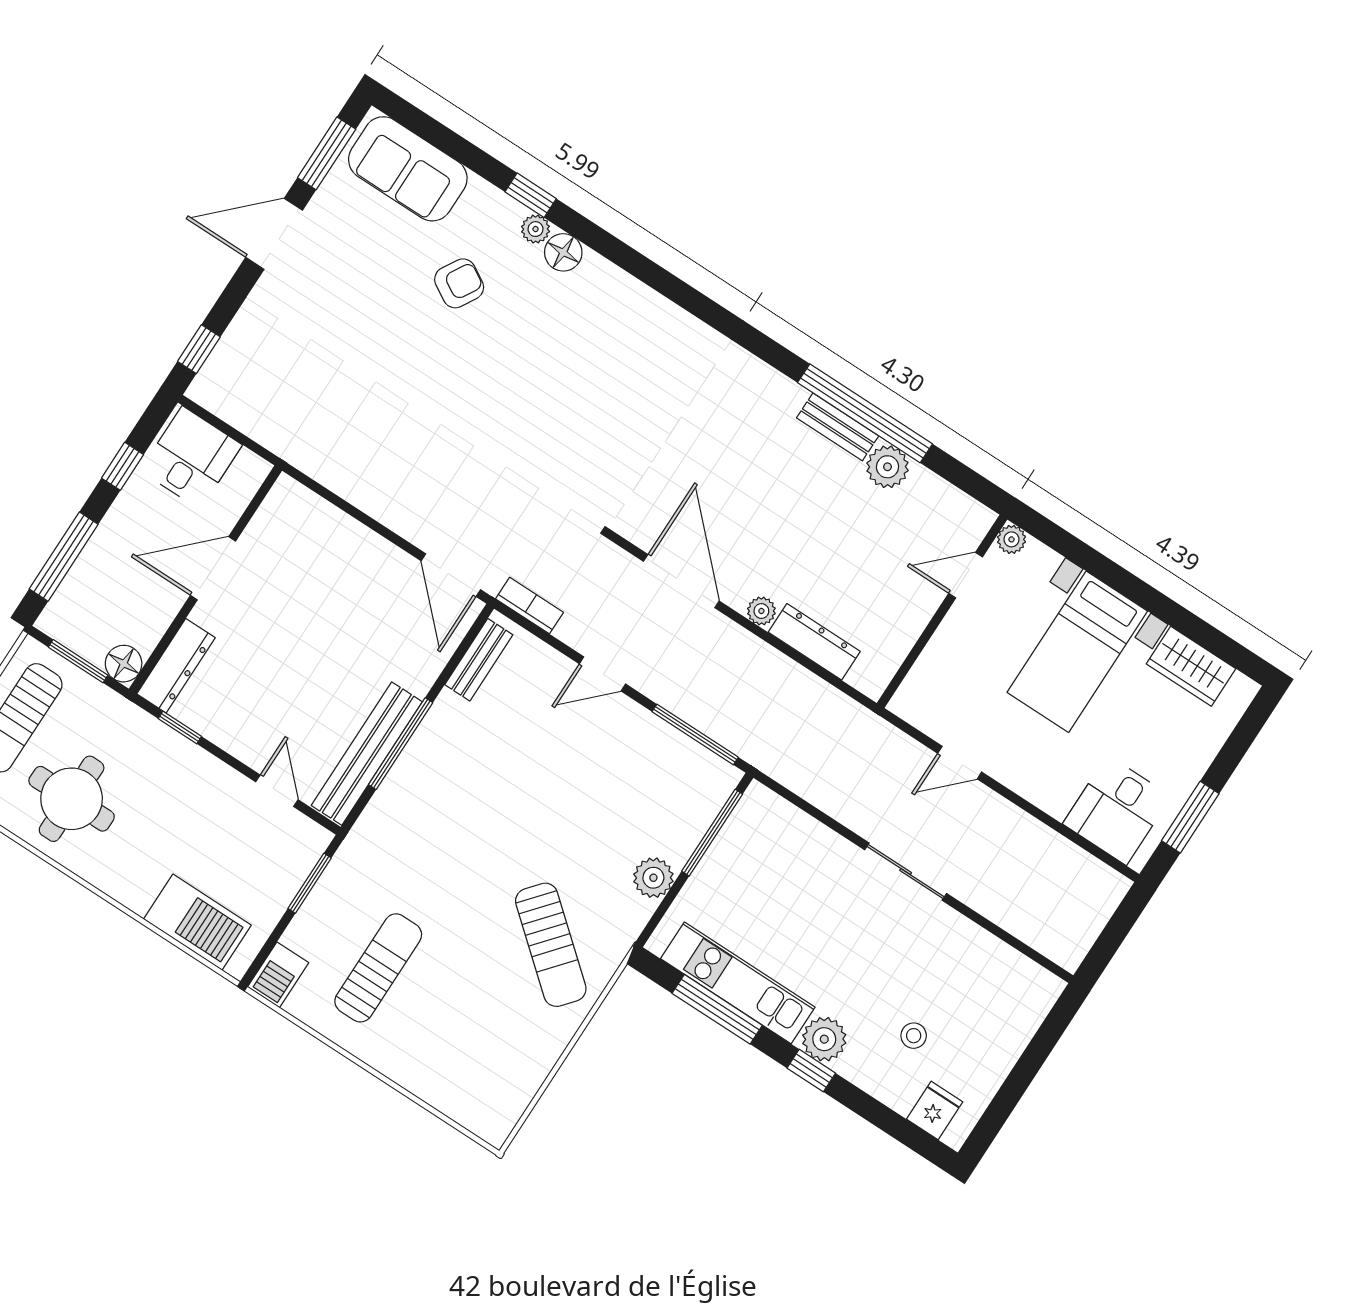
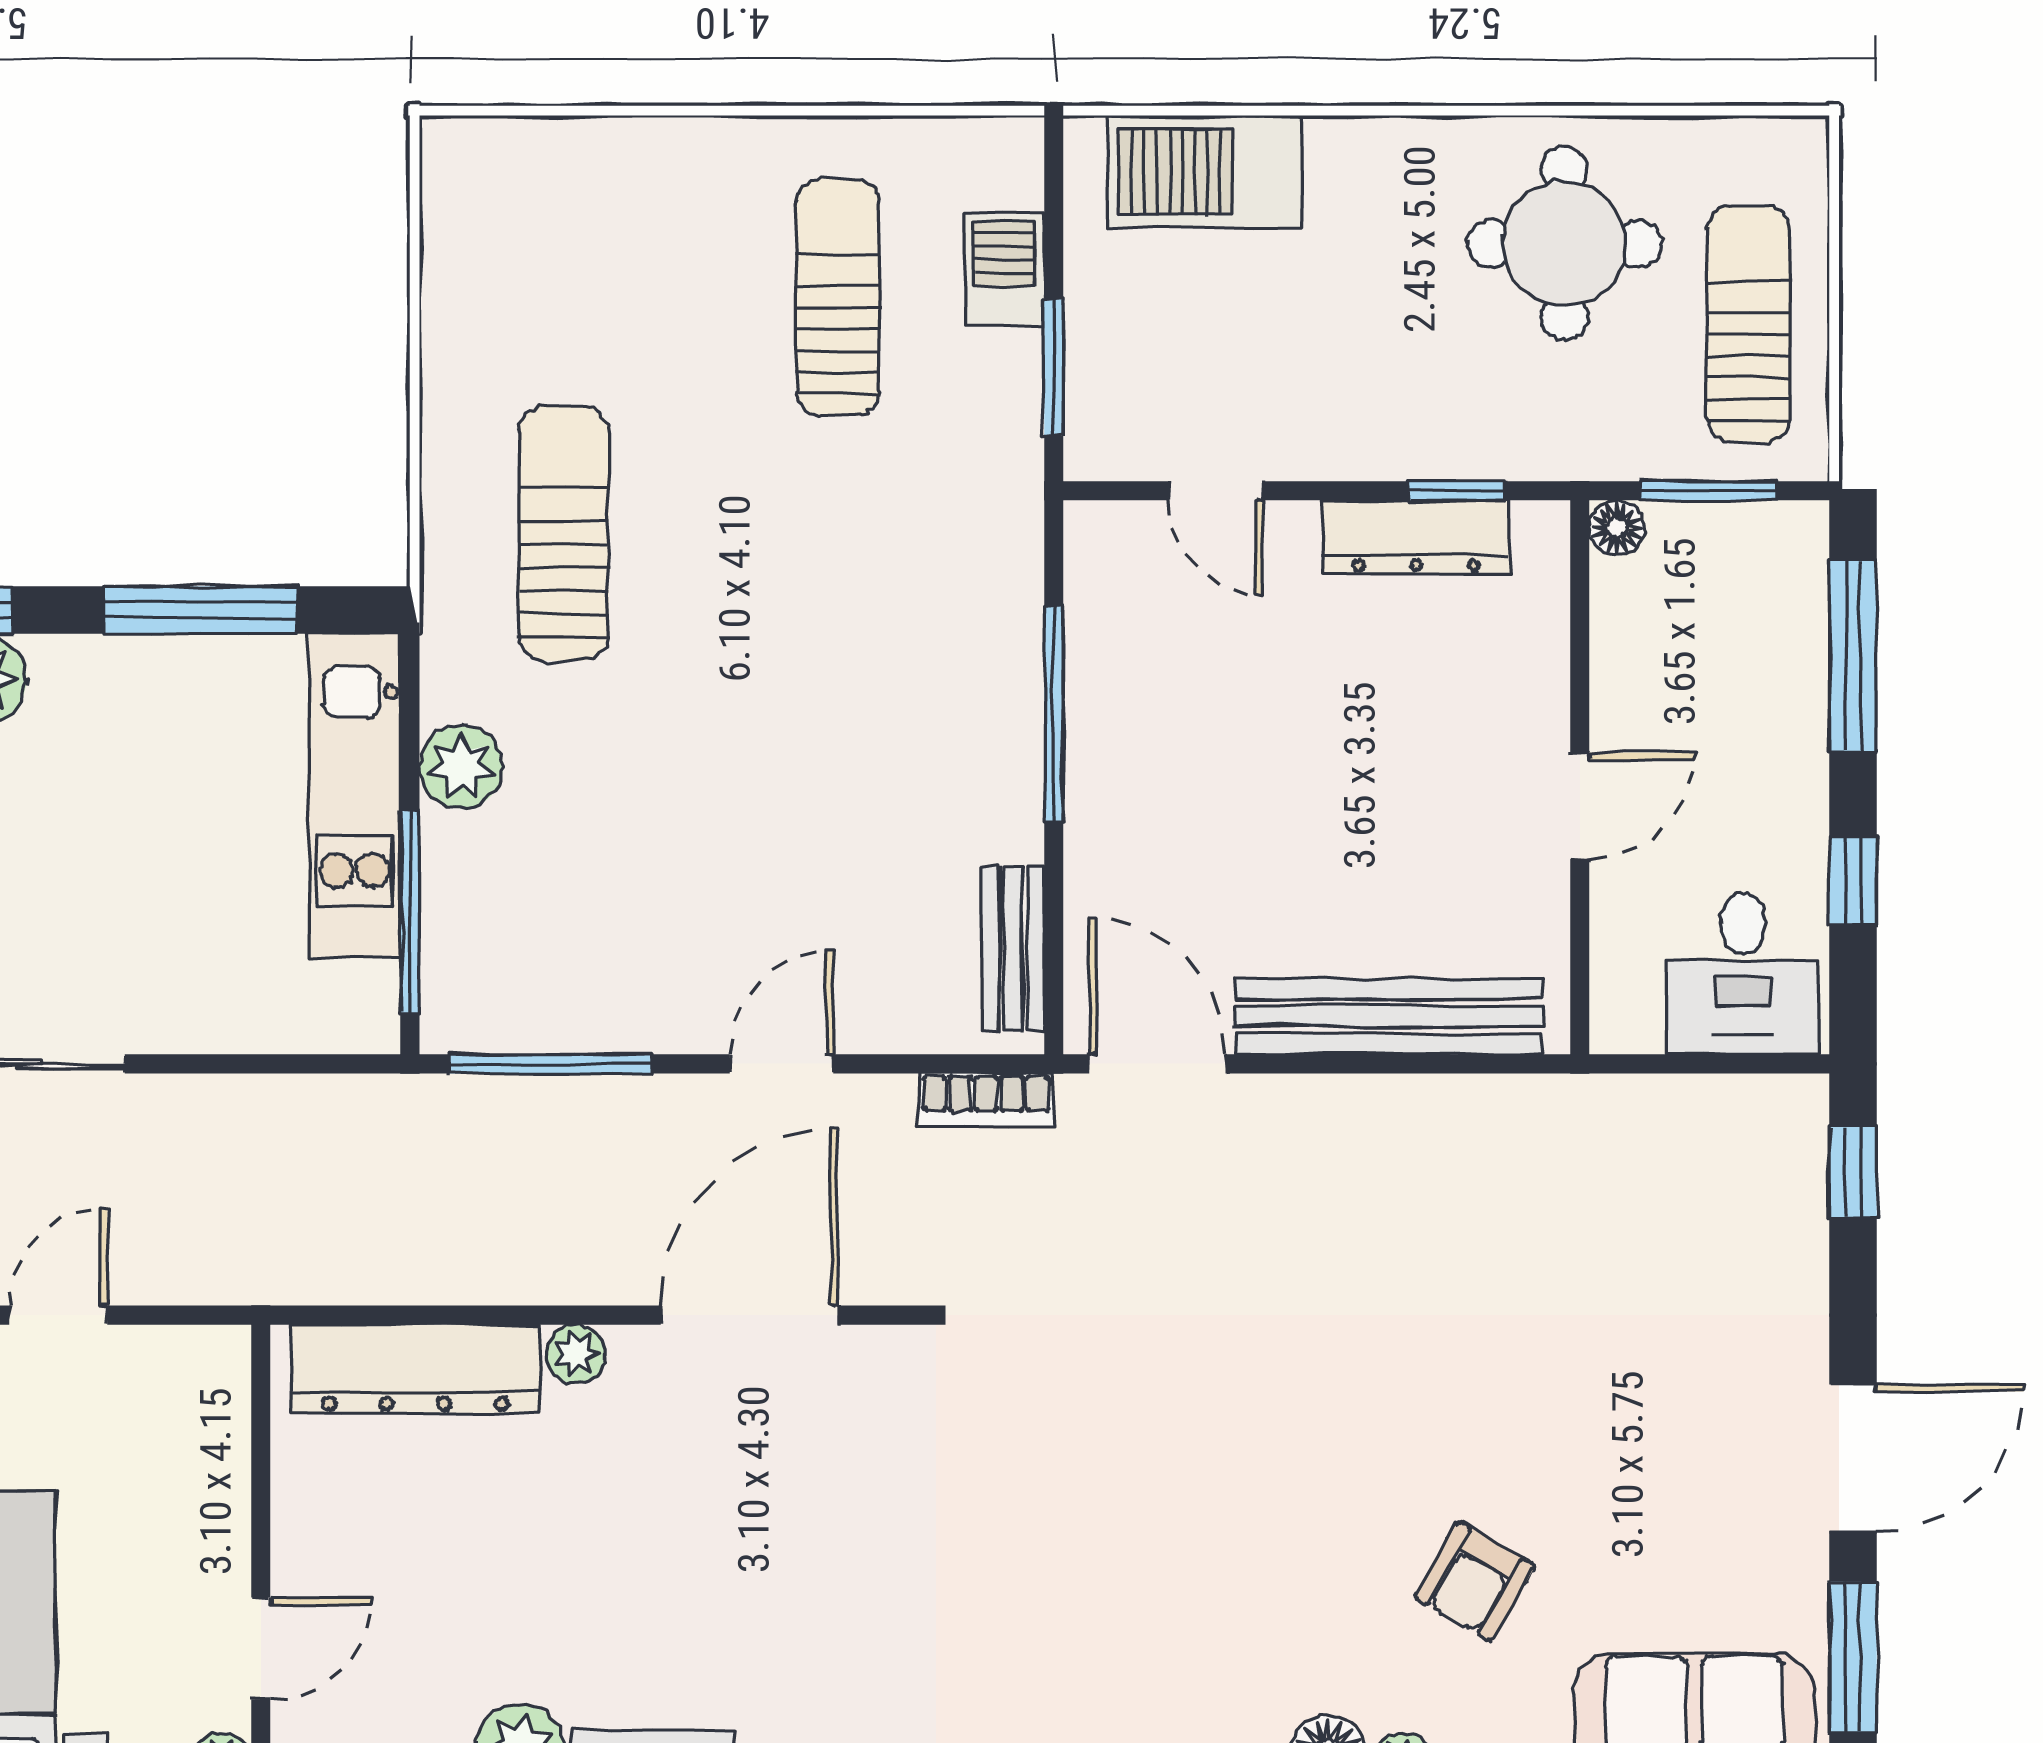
door: (213, 568) -> (1580, 806), width x0.73
door: (681, 581) -> (749, 1315), swing flipped
dresser: (814, 642) -> (415, 1369), width x1.37, depth x1.24
floor lamp: (124, 664) -> (1617, 528), width x0.73, depth x0.73
dresser: (176, 666) -> (1416, 537), moved, turned -90
bench: (367, 754) -> (1389, 1016), moved, turned 90
sun lounger: (551, 945) -> (564, 533), turned 50
sun lounger: (378, 968) -> (838, 297), turned 180
barbecue: (278, 975) -> (1005, 270), moved
kitchen unit: (738, 983) -> (355, 796), moved, turned 90

